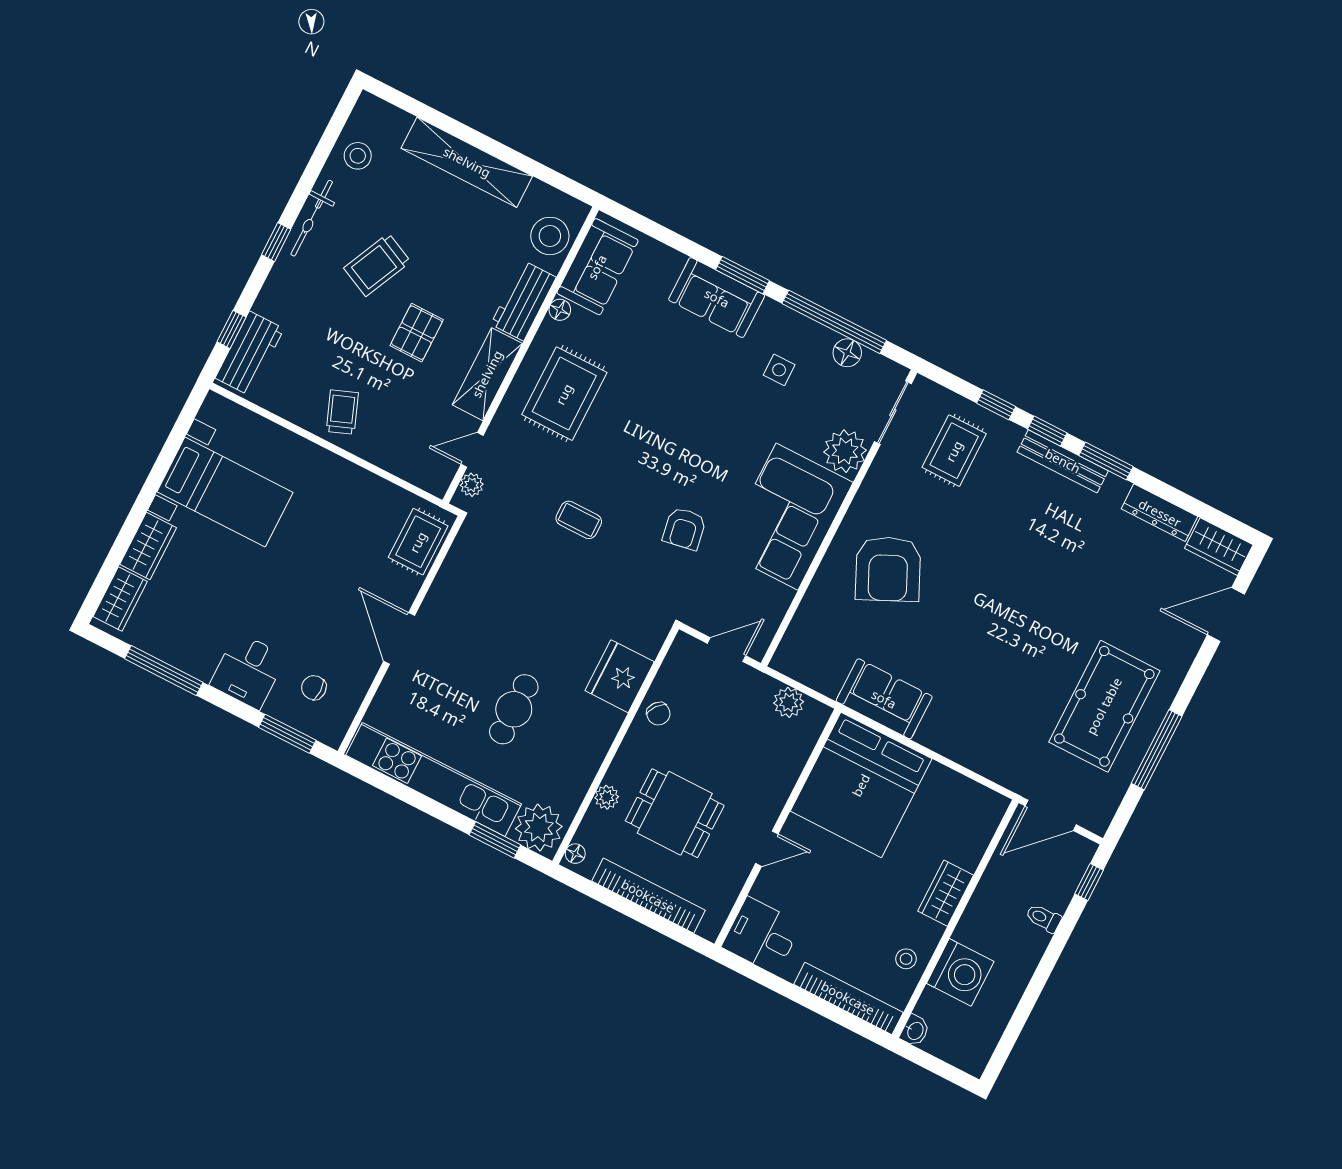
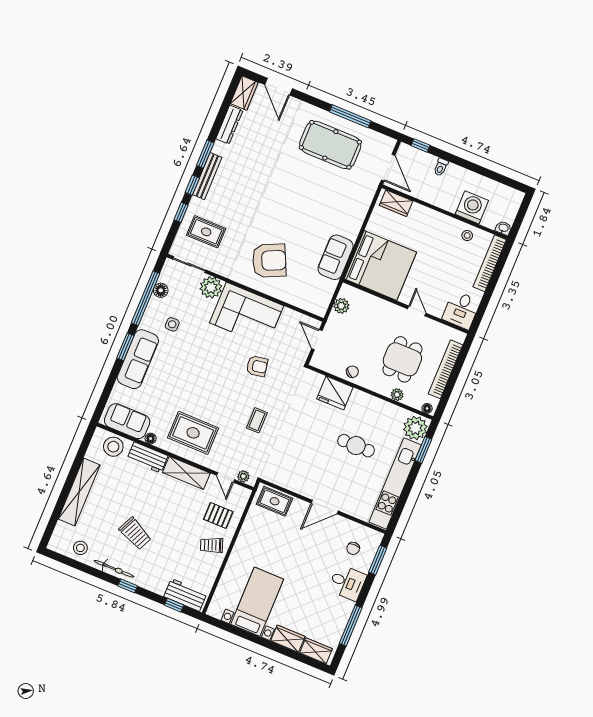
sofa: (717, 298) -> (138, 359), width x1.36
pallet: (417, 333) -> (218, 515), moved
wardrobe: (946, 893) -> (396, 203), moved

